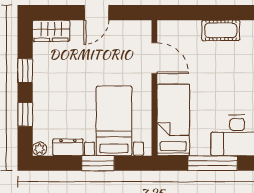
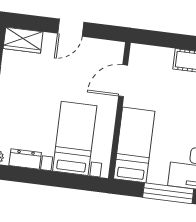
door: (154, 58) -> (123, 81), swing flipped
window: (98, 163) -> (53, 179), removed

